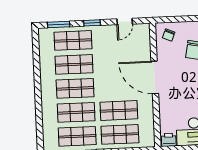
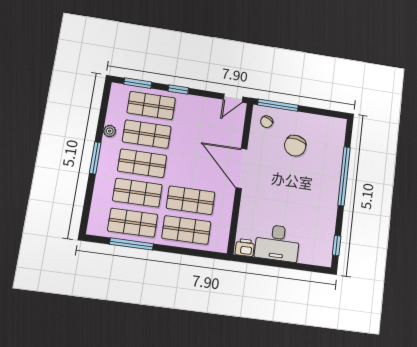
window: (176, 19) -> (278, 105), added
door: (125, 22) -> (233, 98), moved
plant: (45, 68) -> (110, 131), added
window: (38, 91) -> (95, 158), added

